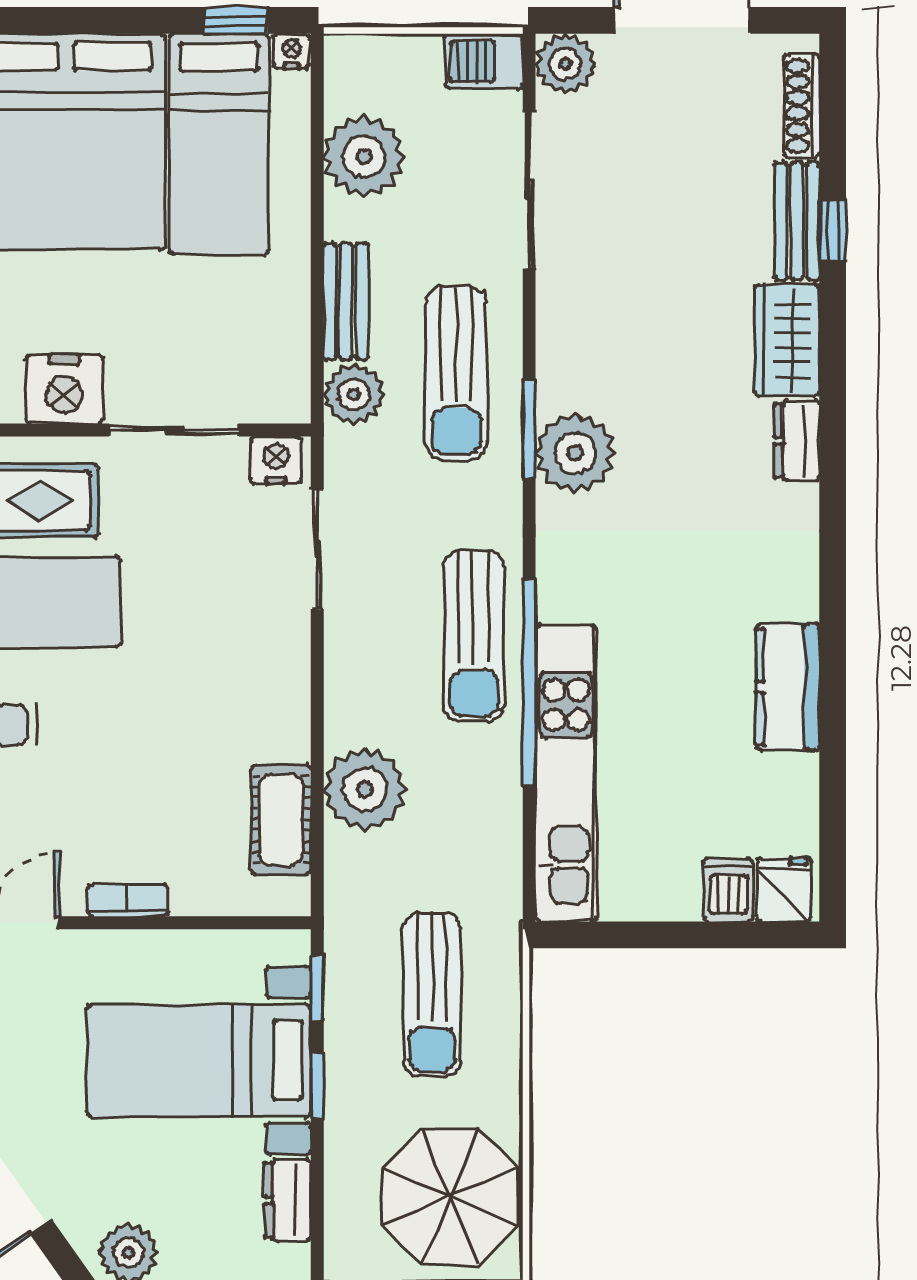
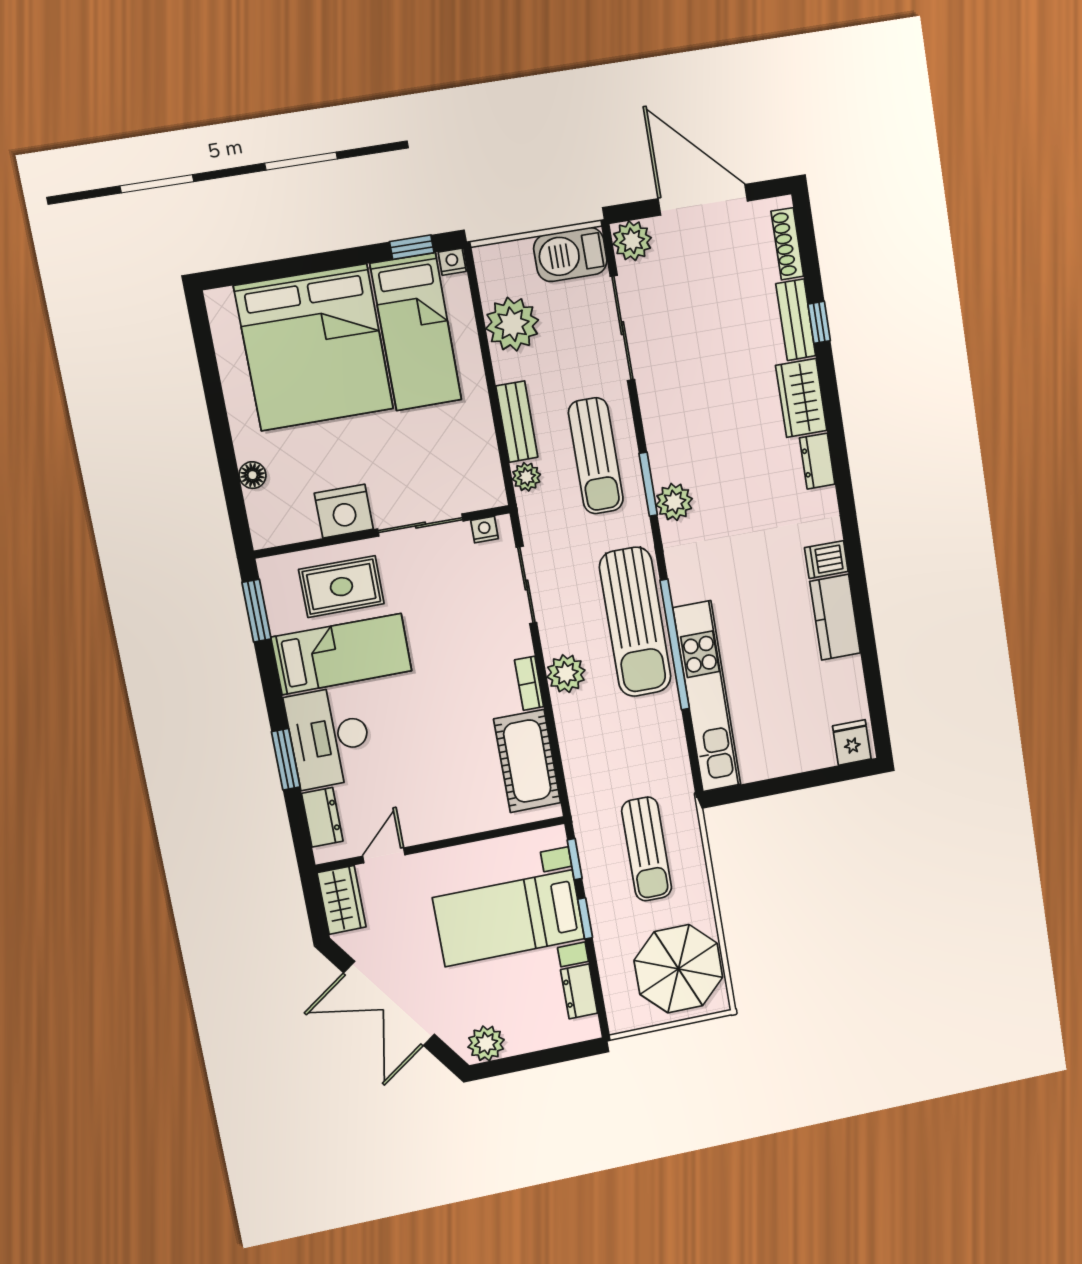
barbecue: (484, 61) -> (570, 254), width x1.38, depth x1.27
plant: (354, 394) -> (526, 477), width x0.73, depth x0.73
plant: (575, 453) -> (674, 502), width x0.73, depth x0.73
nightstand: (276, 460) -> (485, 530), width x0.72, depth x0.74
sun lounger: (474, 636) -> (635, 622), width x1.36, depth x1.34
plant: (365, 789) -> (566, 674), moved, width x0.73, depth x0.73
cot: (281, 820) -> (527, 761), width x1.37, depth x1.34
dishwasher: (728, 890) -> (826, 560), moved, turned -90
bookcase: (128, 900) -> (529, 683), moved, turned -90

